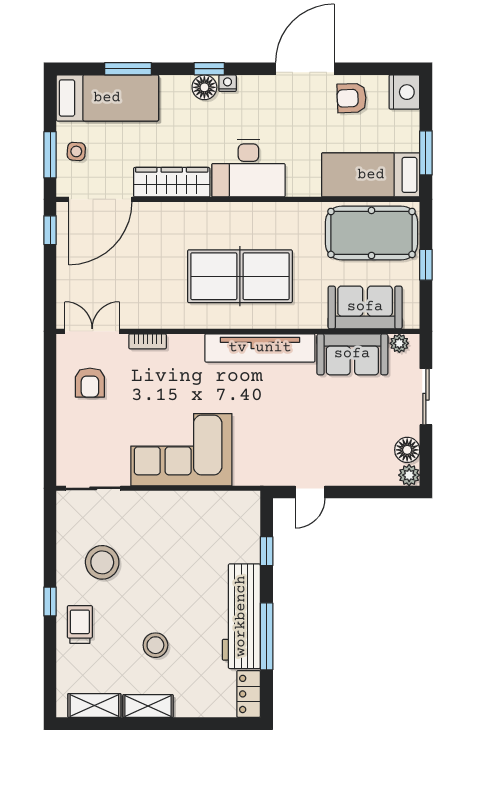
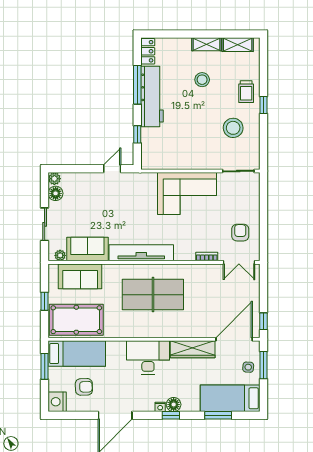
armchair: (352, 98) -> (84, 387), moved

